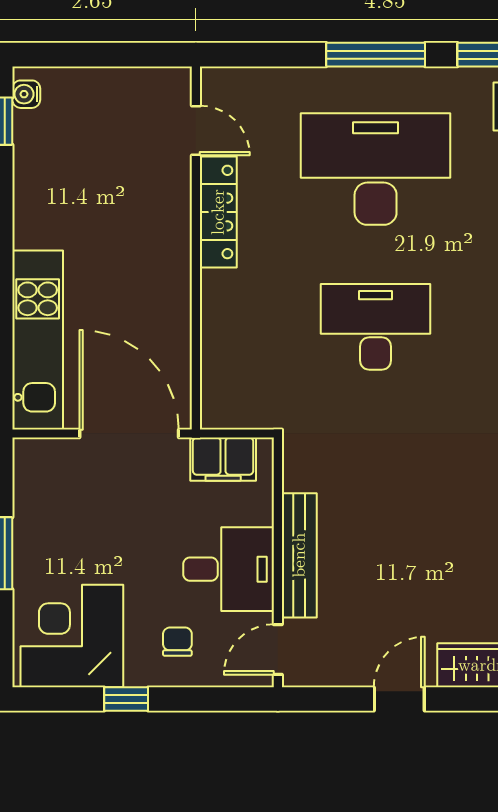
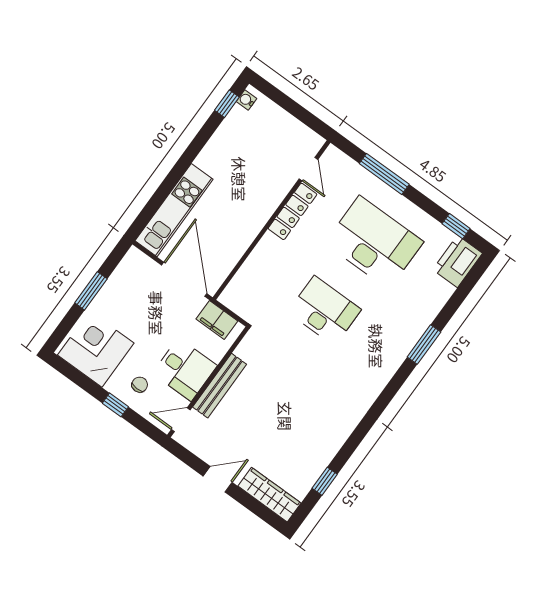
window: (376, 55) -> (384, 174), moved
window: (126, 699) -> (115, 405), moved

